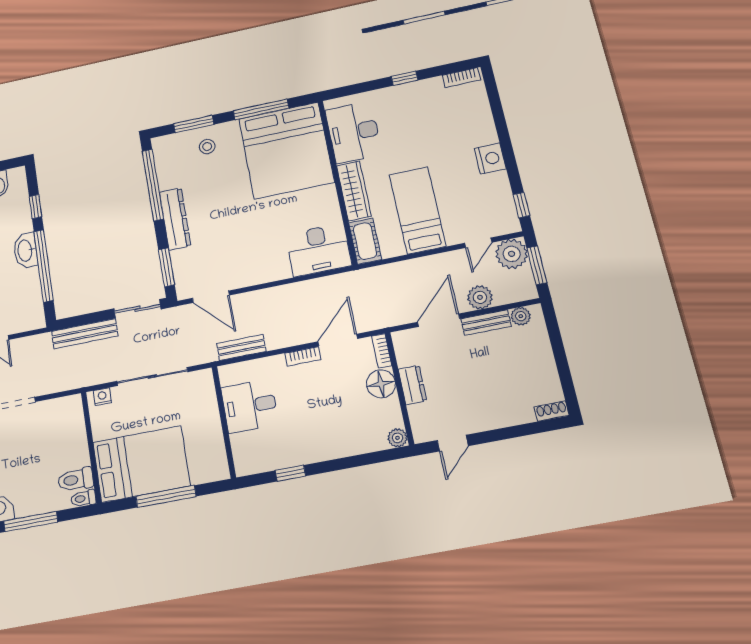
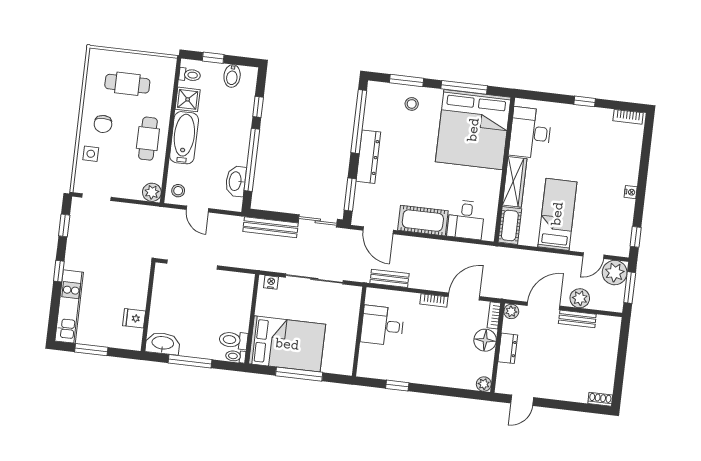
nightstand: (490, 158) -> (631, 192), width x0.53, depth x0.56
washbasin: (25, 250) -> (236, 181), moved
desk: (318, 250) -> (466, 220), width x0.73
cot: (260, 269) -> (423, 221), added
plant: (521, 316) -> (511, 311), moved

